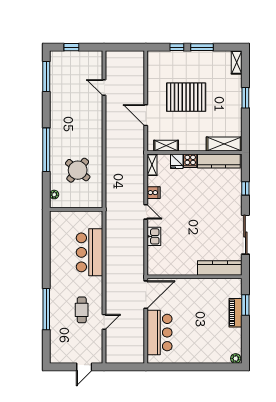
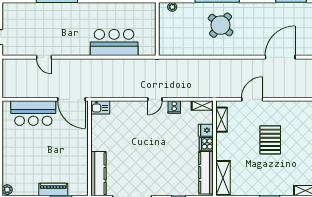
door: (104, 87) -> (280, 57), width x1.87
pallet: (186, 97) -> (270, 140), width x0.73, depth x0.71
round table: (78, 170) -> (221, 25), moved
kitchen sink: (154, 236) -> (100, 107), moved
cafe table: (82, 310) -> (56, 35), removed

